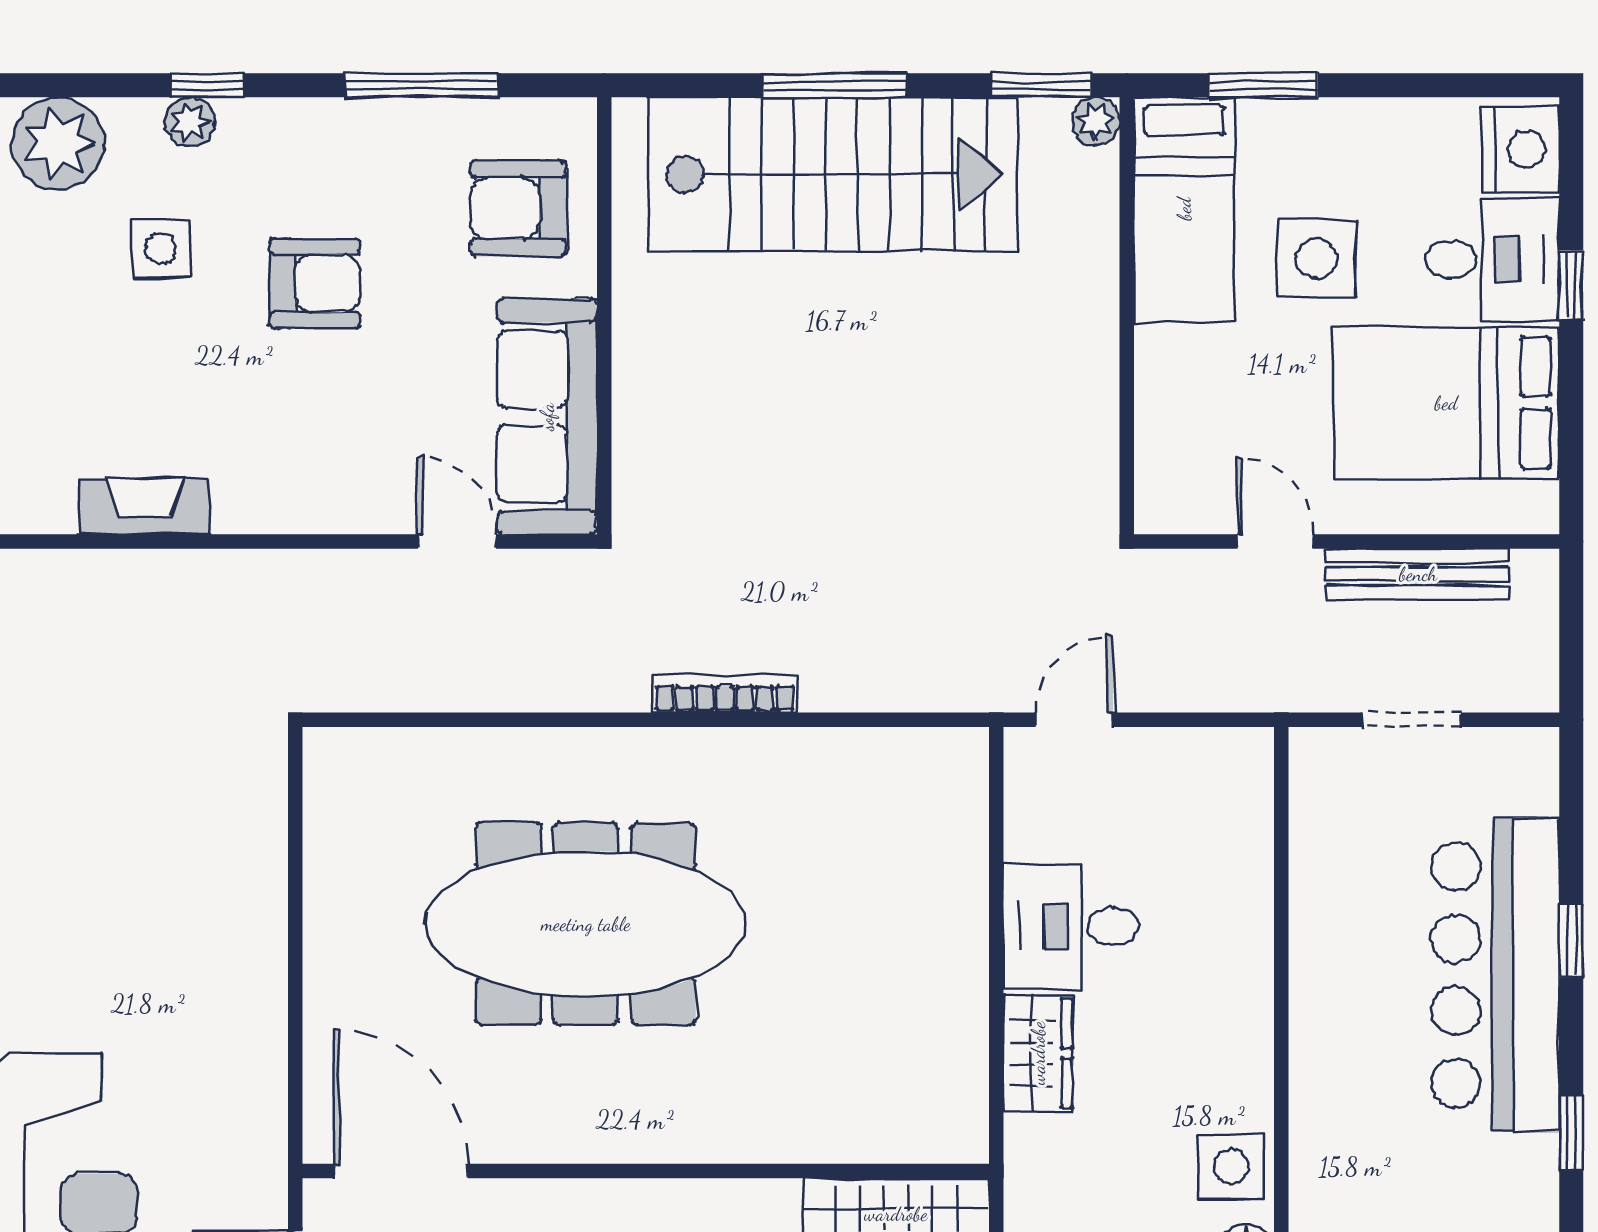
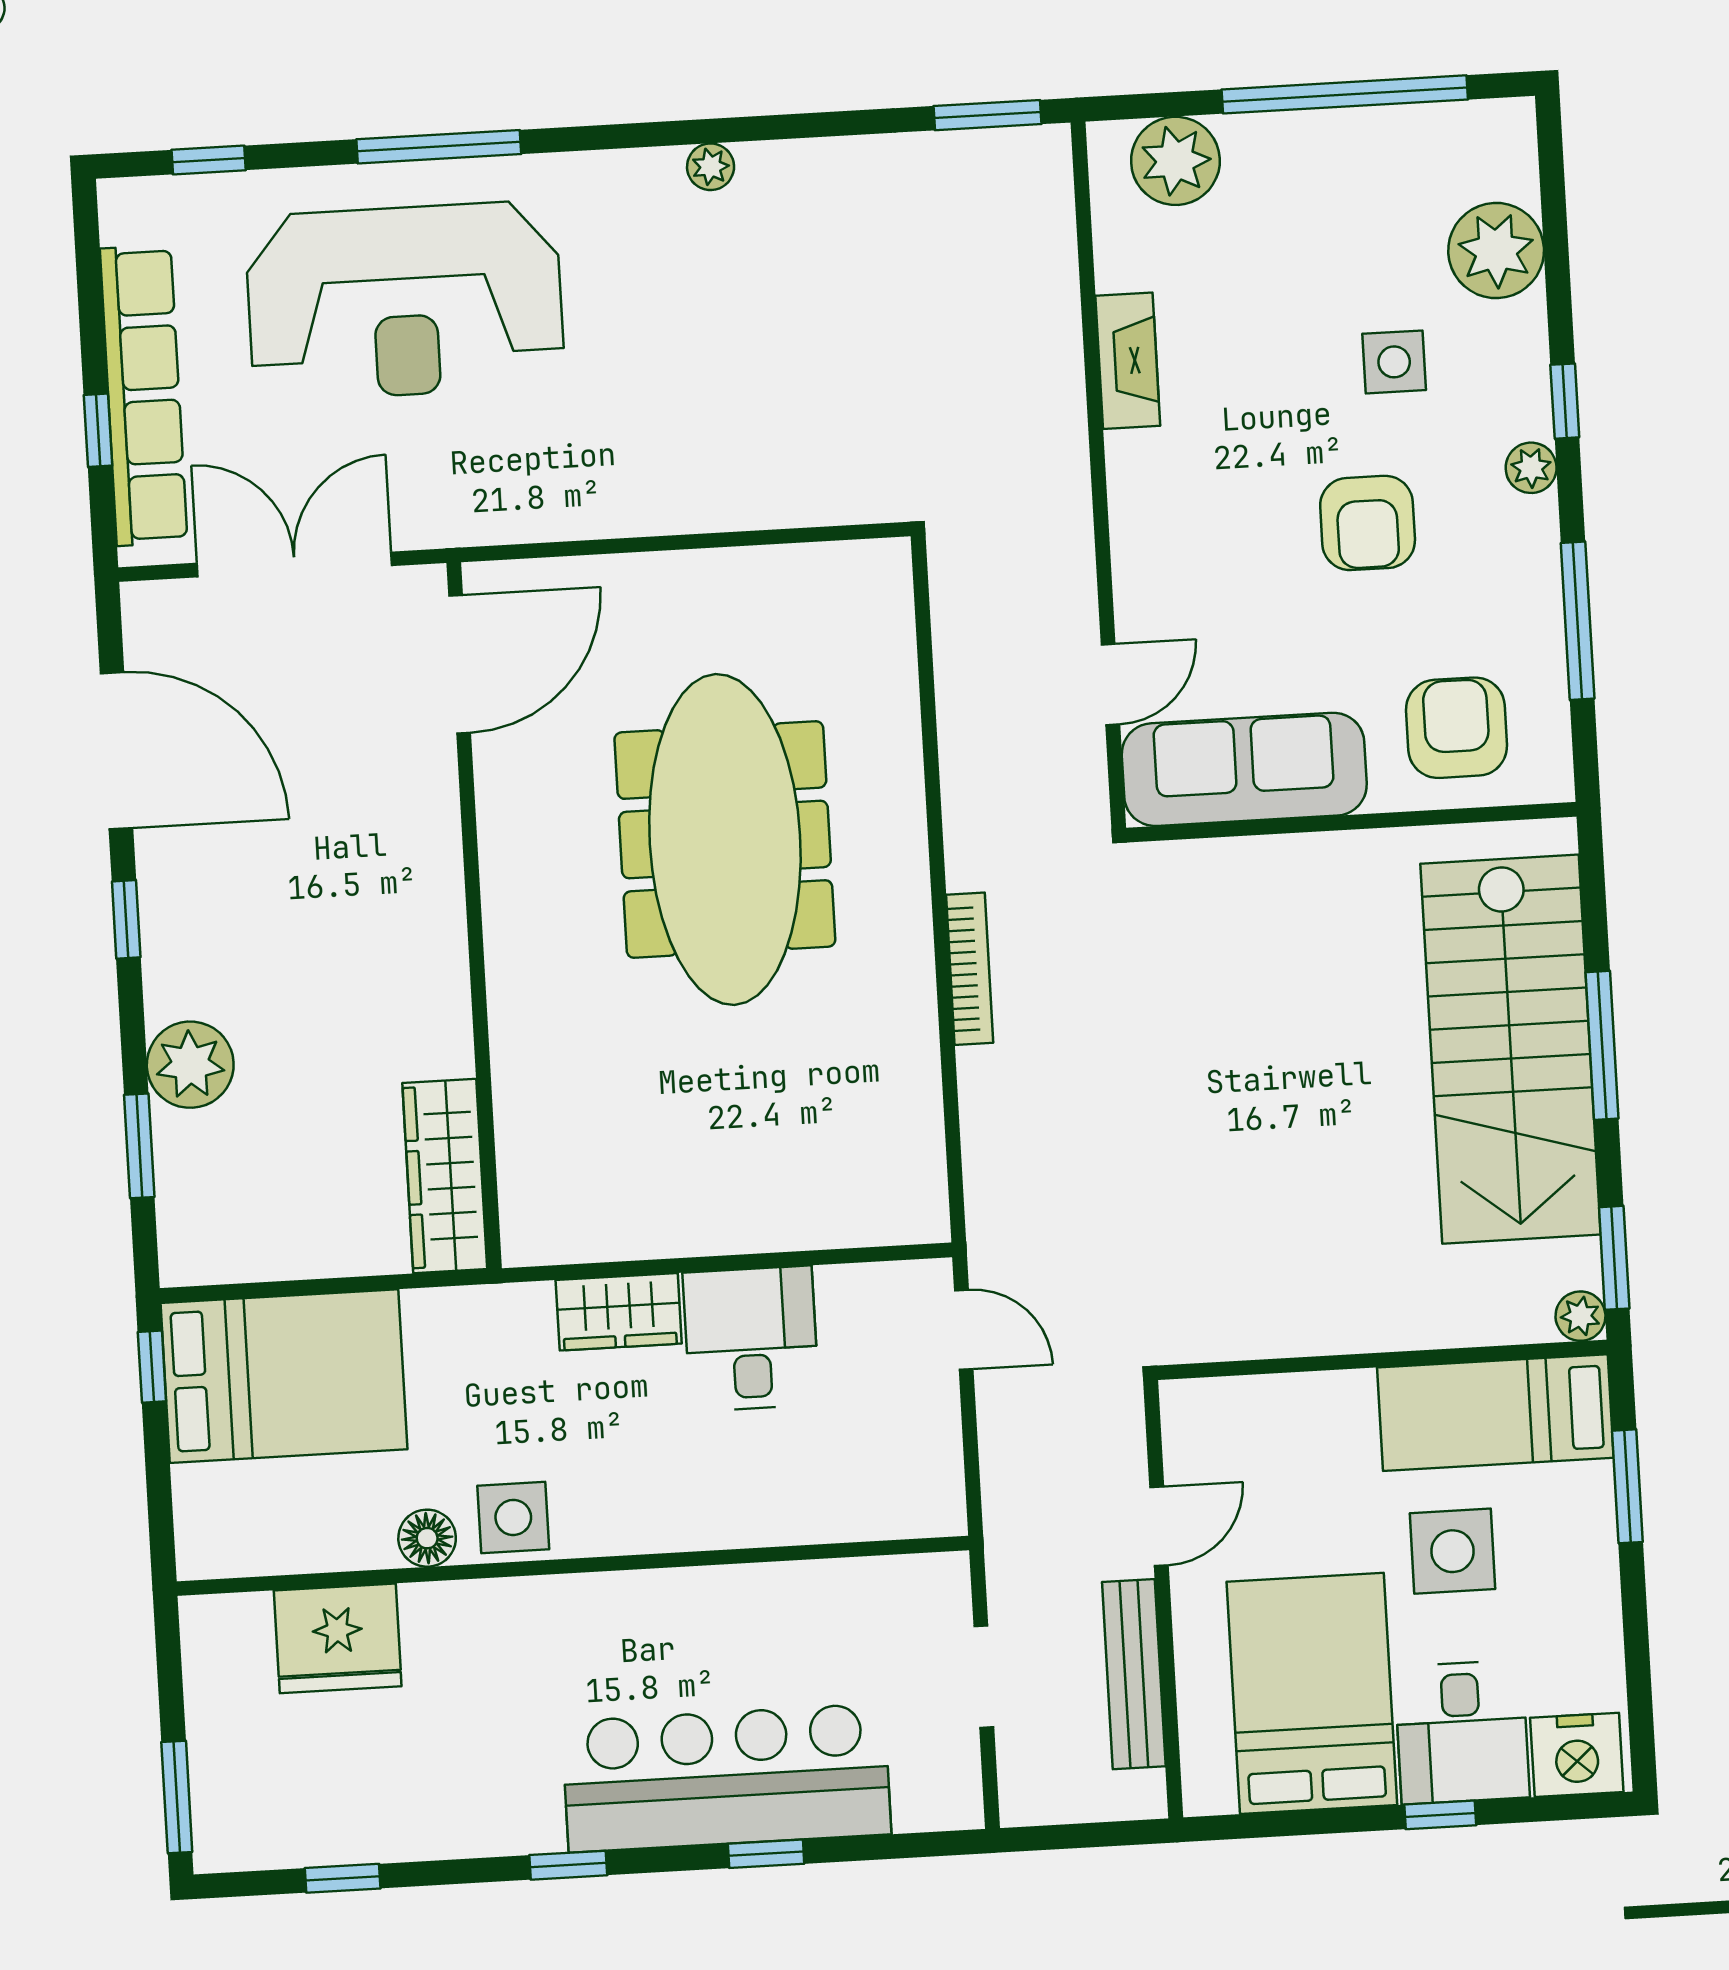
plant: (190, 122) -> (1531, 468), moved

